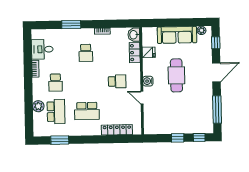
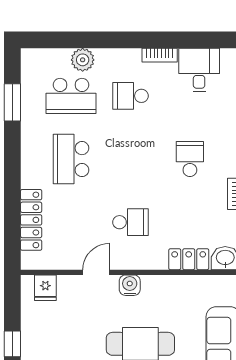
fridge: (149, 52) -> (45, 288), moved
school desk: (86, 53) -> (190, 159), turned 90
school desk: (117, 81) -> (130, 222), turned -90

